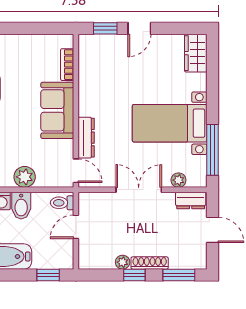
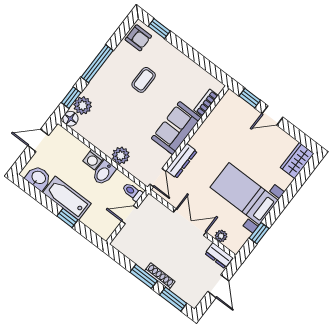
window: (212, 150) -> (259, 233), width x0.46
plant: (123, 262) -> (142, 262), removed
window: (48, 275) -> (67, 218), moved
window: (134, 275) -> (144, 276), width x1.50

